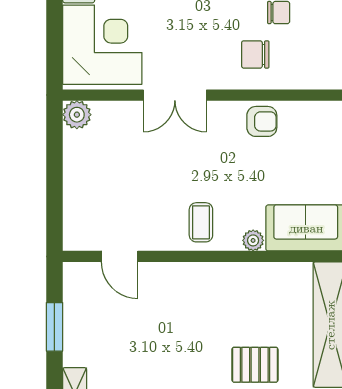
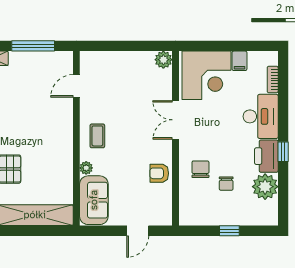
armchair: (262, 121) -> (159, 173), turned 90
coffee table: (201, 222) -> (97, 136), turned 90
window: (54, 327) -> (33, 46), width x1.44

